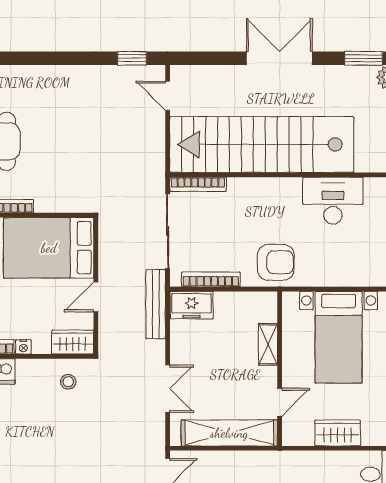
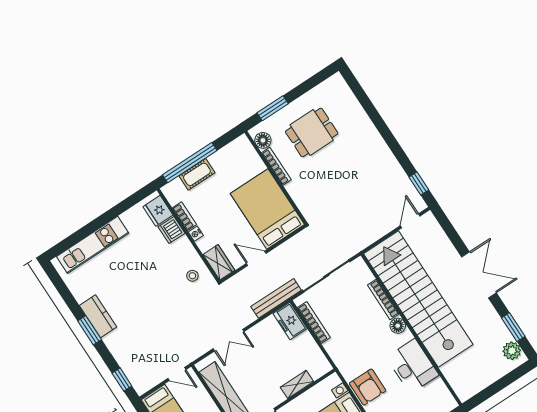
bookcase: (198, 184) -> (383, 299), moved
floor lamp: (276, 187) -> (398, 326), added
armchair: (276, 262) -> (368, 387), moved

